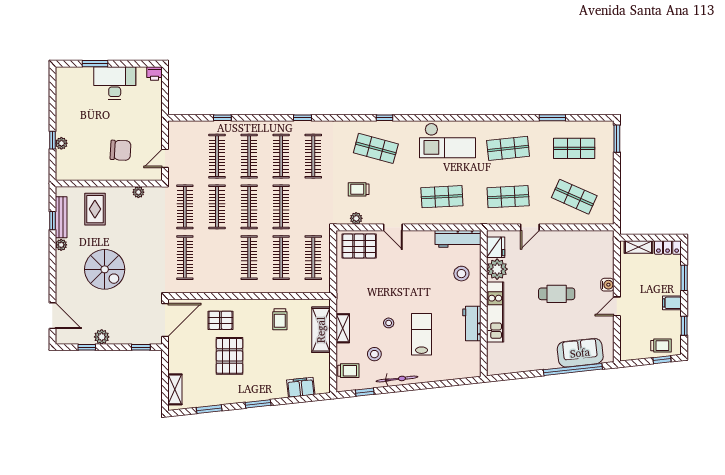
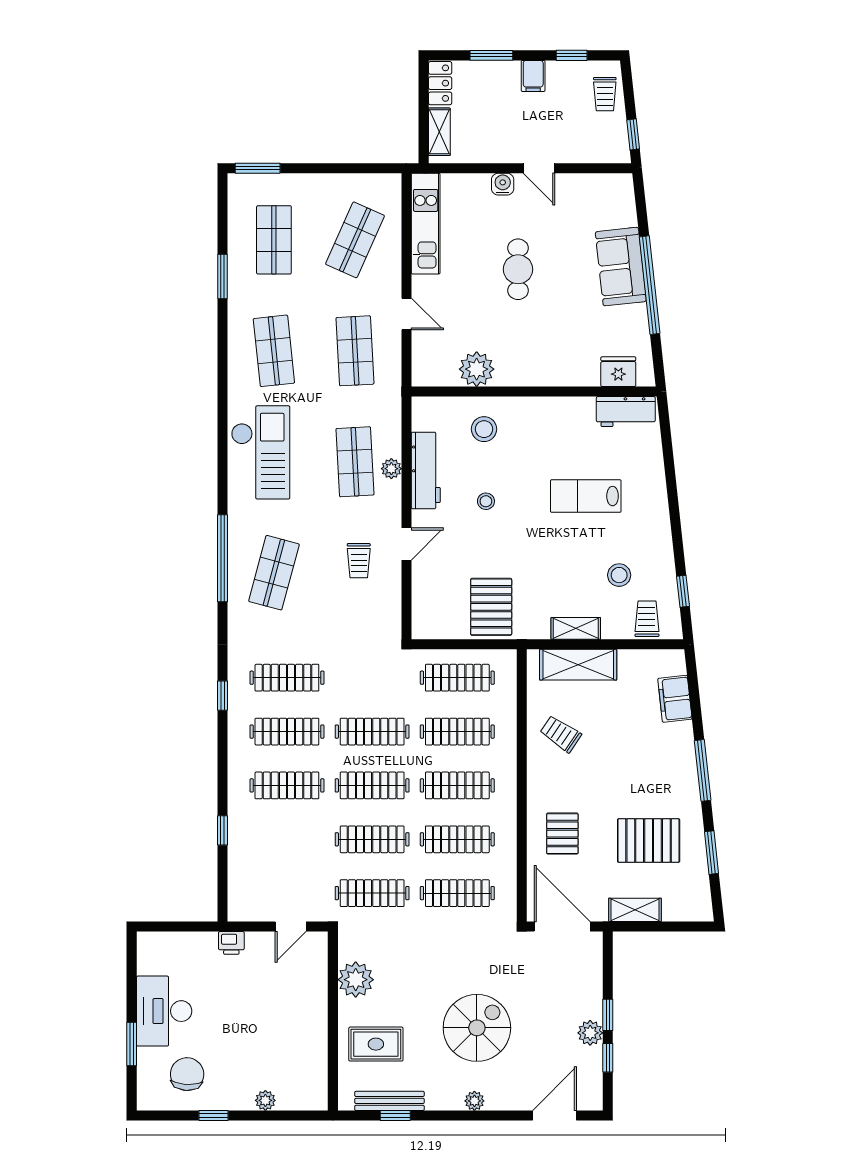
printer: (155, 73) -> (231, 943), moved, turned 90
window: (384, 118) -> (222, 558), width x3.17
window: (52, 140) -> (213, 1115), moved
chair: (121, 150) -> (187, 1074), moved
clothes rail: (217, 156) -> (457, 839), moved
door: (165, 158) -> (291, 927), hinge flipped
trolley: (359, 189) -> (359, 561), moved
plant: (138, 192) -> (356, 980), width x1.88, depth x1.88
plant: (356, 218) -> (391, 469), moved
workbench: (458, 239) -> (426, 470), moved
plant: (61, 245) -> (474, 1101), moved
pallet: (359, 246) -> (491, 607), moved
fridge: (496, 247) -> (618, 372), moved
kitchen unit: (495, 312) -> (426, 224), moved, turned 90
trolley: (280, 319) -> (561, 734), turned -146
stool: (389, 323) -> (486, 501), moved
workbench: (472, 324) -> (626, 412), moved
trolley: (661, 346) -> (605, 94), turned 180
window: (141, 347) -> (608, 1015), moved
sofa: (580, 353) -> (621, 267), moved
pallet: (229, 356) -> (649, 841), moved
window: (662, 360) -> (633, 134), moved
window: (573, 369) -> (650, 285), moved
bicycle: (397, 379) -> (661, 537), removed
shelving: (175, 389) -> (635, 910), moved
window: (258, 404) -> (703, 770), width x1.44

